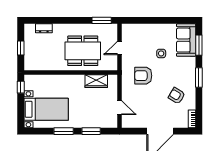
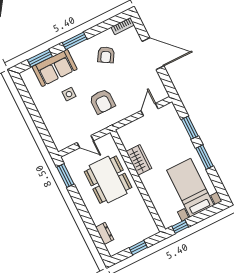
sofa: (186, 40) -> (55, 68), moved
wardrobe: (96, 81) -> (139, 160), moved

